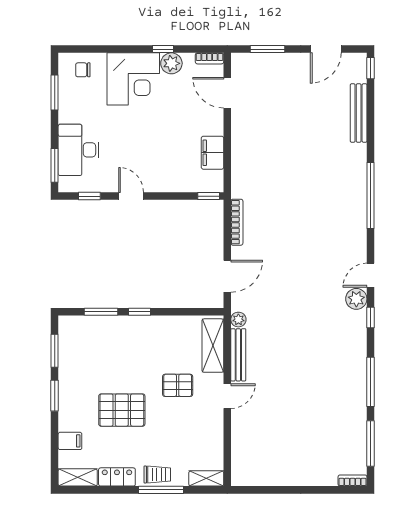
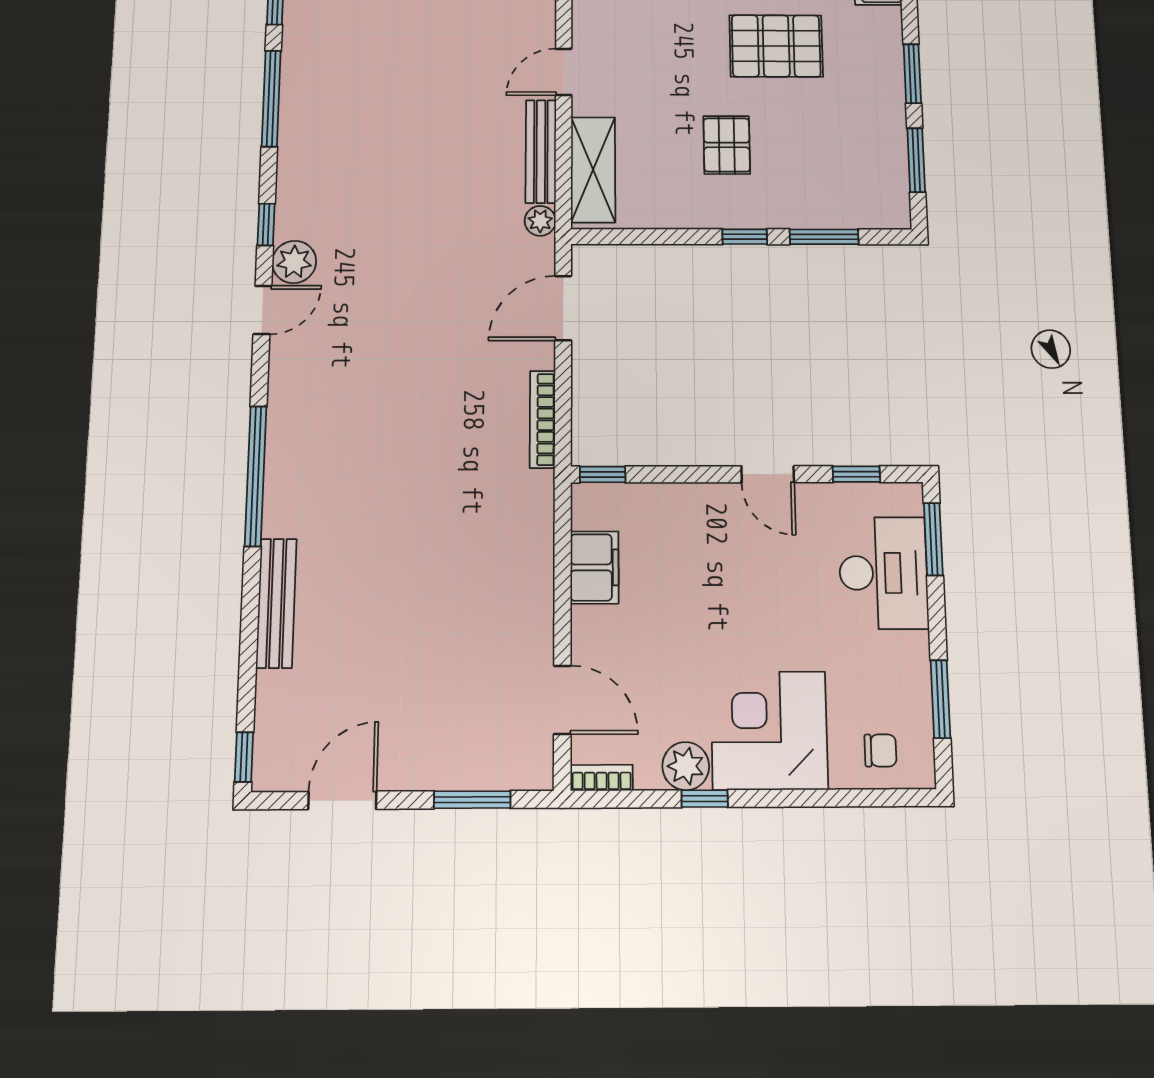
bench: (359, 113) -> (276, 603), moved
pallet: (178, 385) -> (727, 145), moved, turned 90

